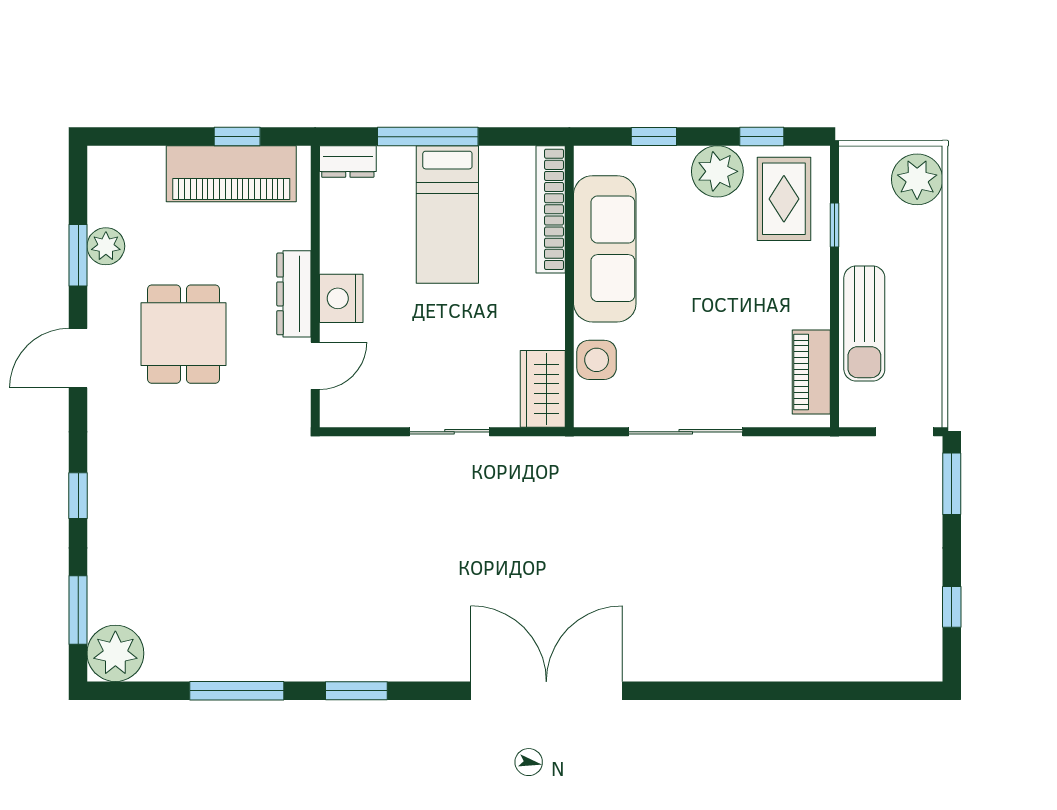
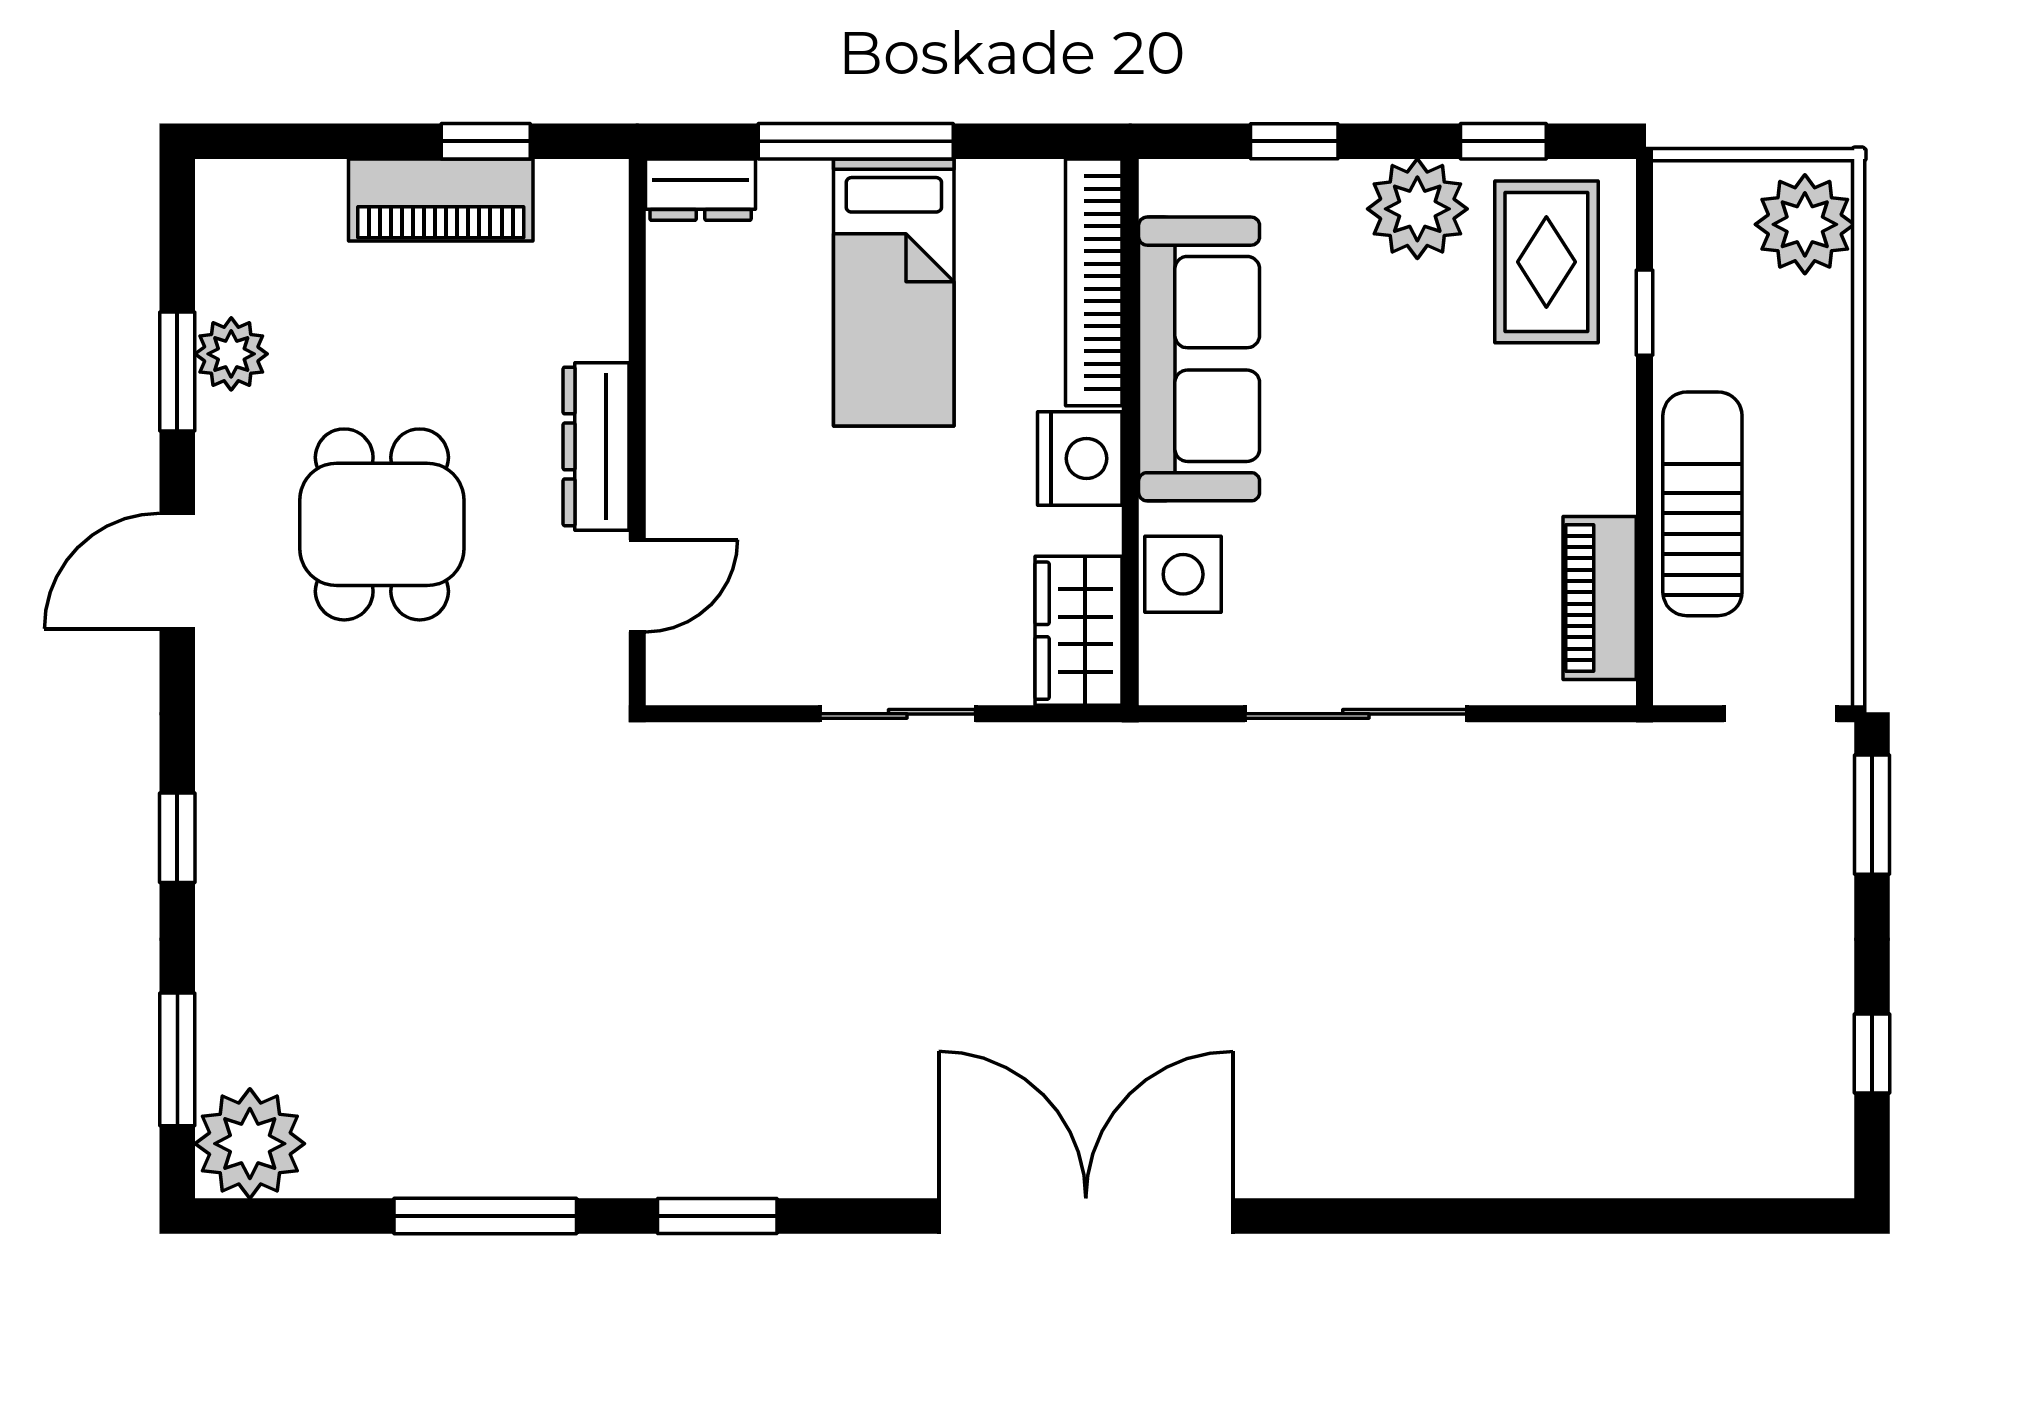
piano: (231, 174) -> (441, 200), width x0.73, depth x0.75
nightstand: (341, 298) -> (1080, 458), moved, turned 180
sun lounger: (864, 324) -> (1702, 504), turned 180

